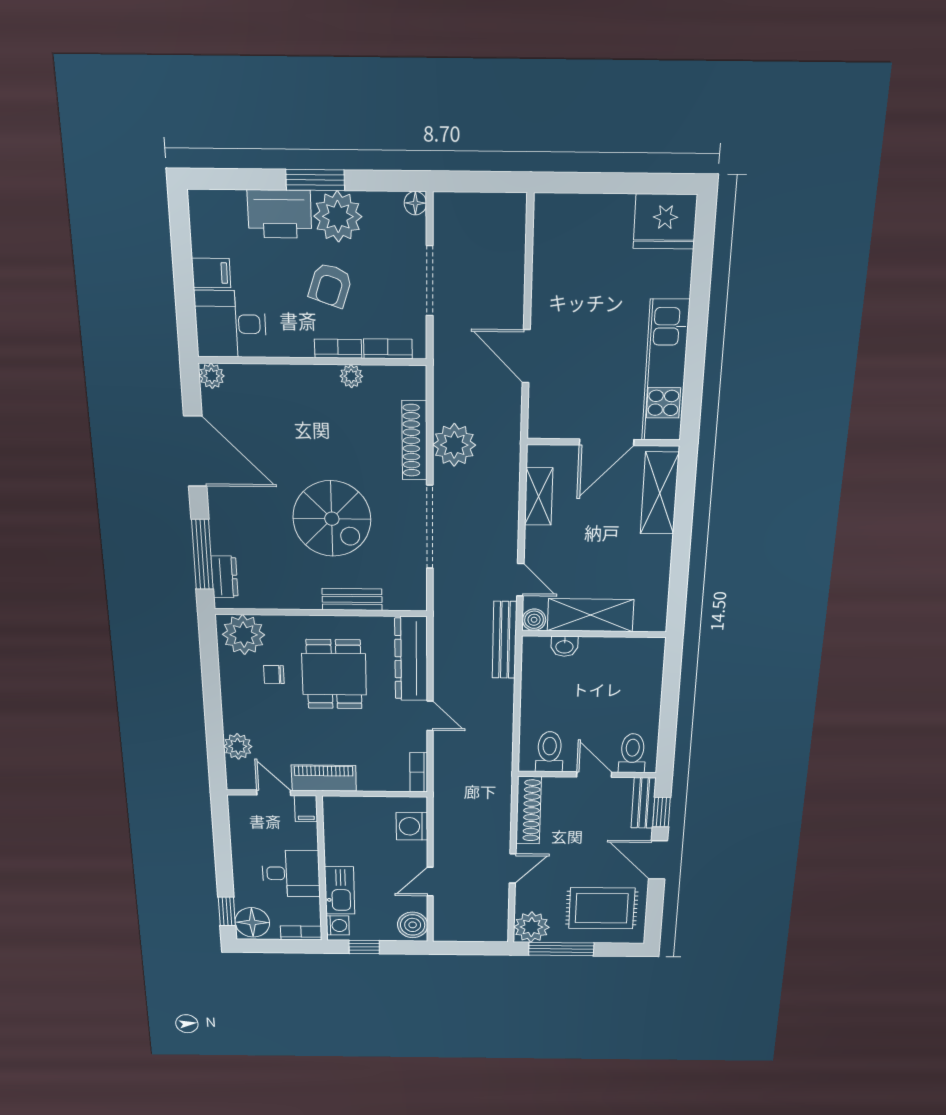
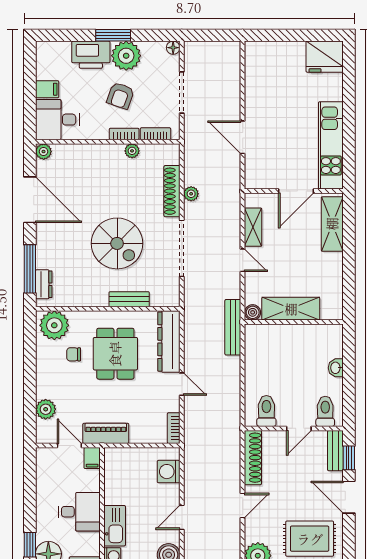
plant: (454, 445) -> (191, 194), width x0.53, depth x0.53
door: (520, 580) -> (243, 260), moved
washbasin: (564, 646) -> (336, 368), moved, turned 90
door: (594, 775) -> (299, 428), swing flipped

